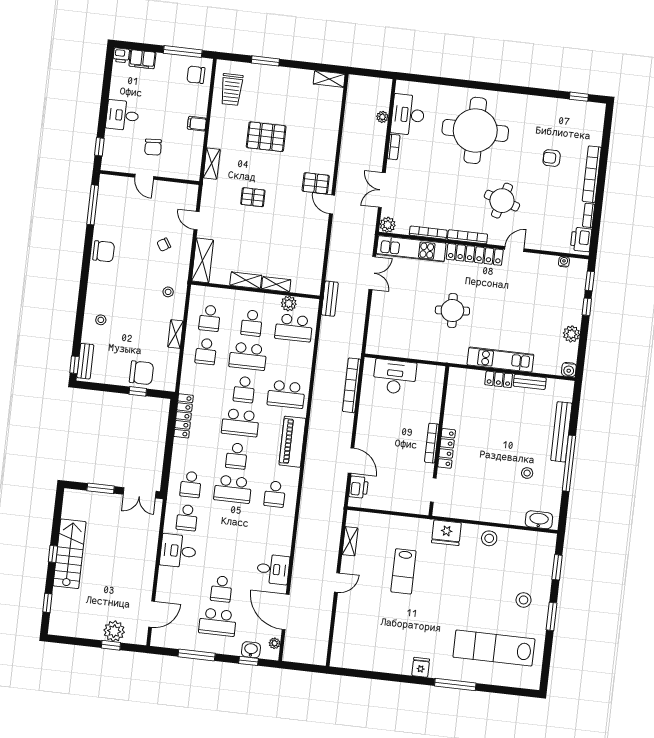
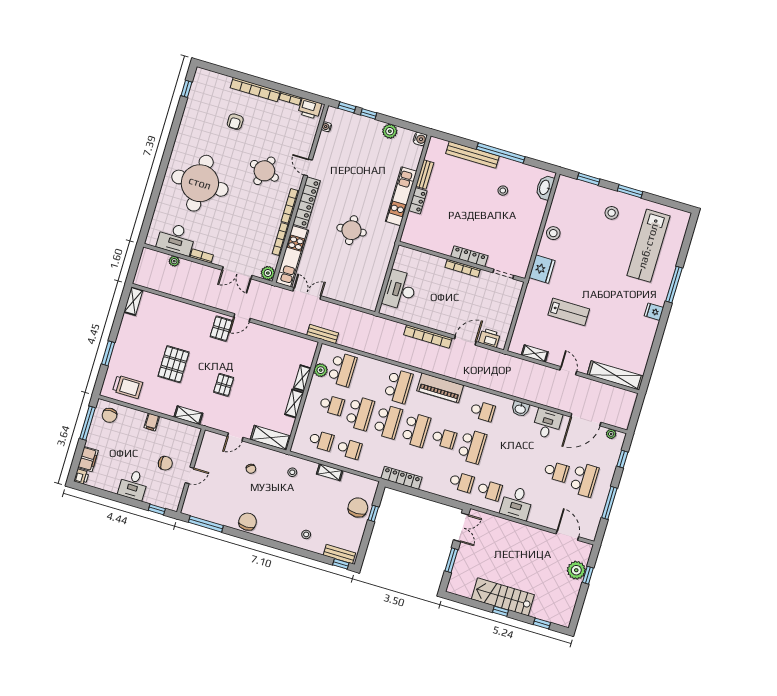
bookcase: (352, 385) -> (428, 337), moved
school desk: (244, 389) -> (388, 422), width x1.85
shelving: (341, 636) -> (615, 375), added
washbasin: (251, 650) -> (520, 409), moved, turned -90

